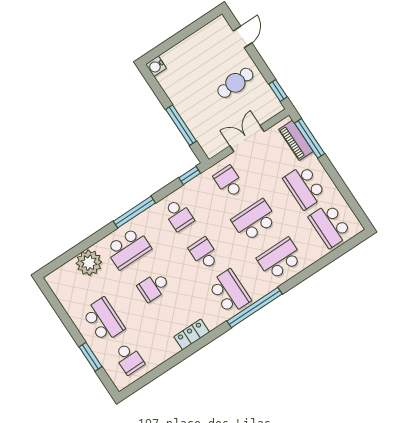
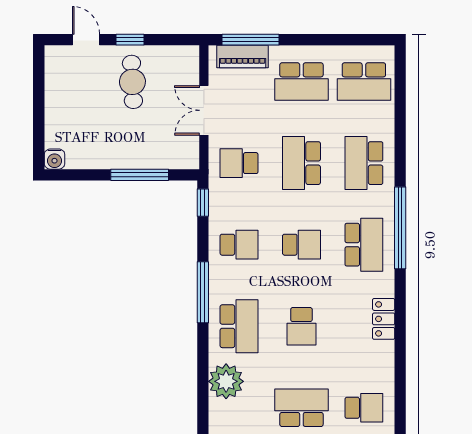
window: (278, 91) -> (130, 40), moved
school desk: (204, 253) -> (301, 245), turned 180
school desk: (229, 292) -> (364, 245), turned 90

